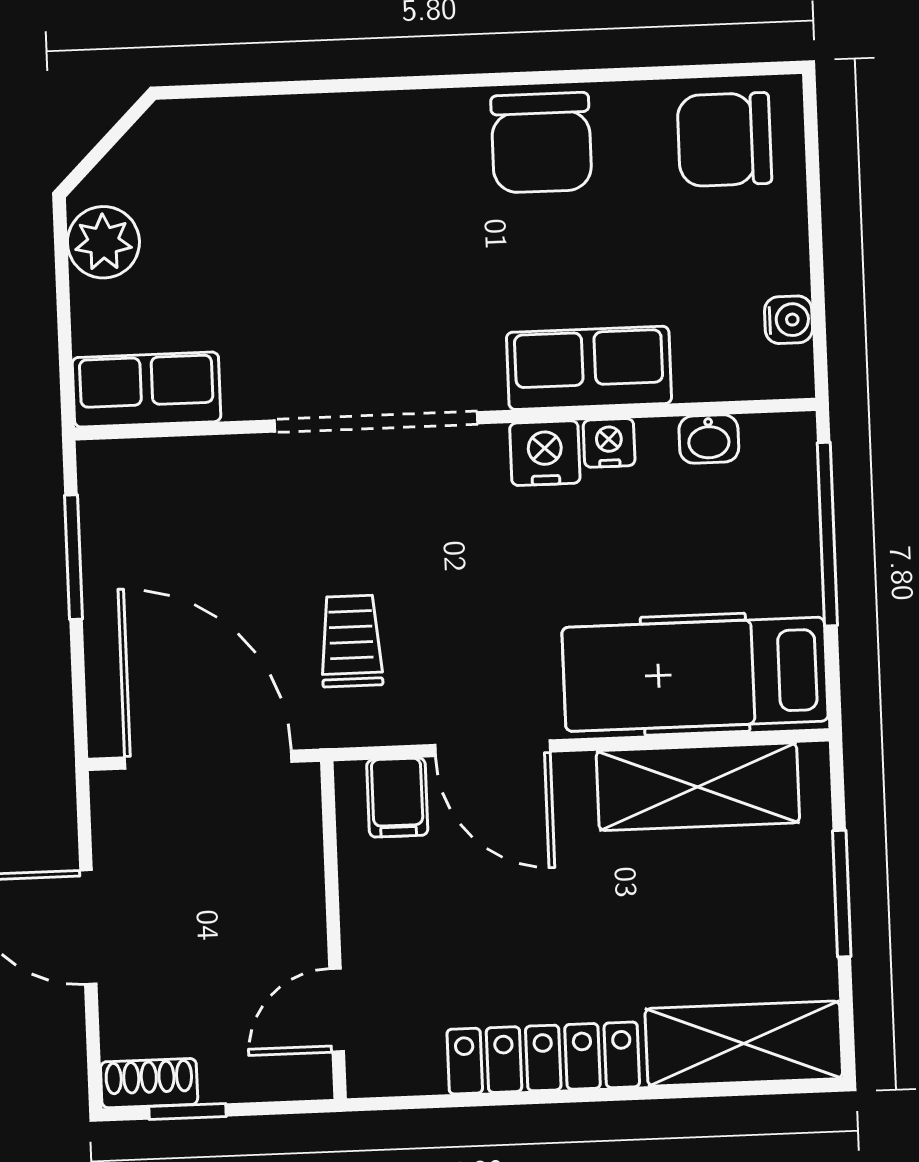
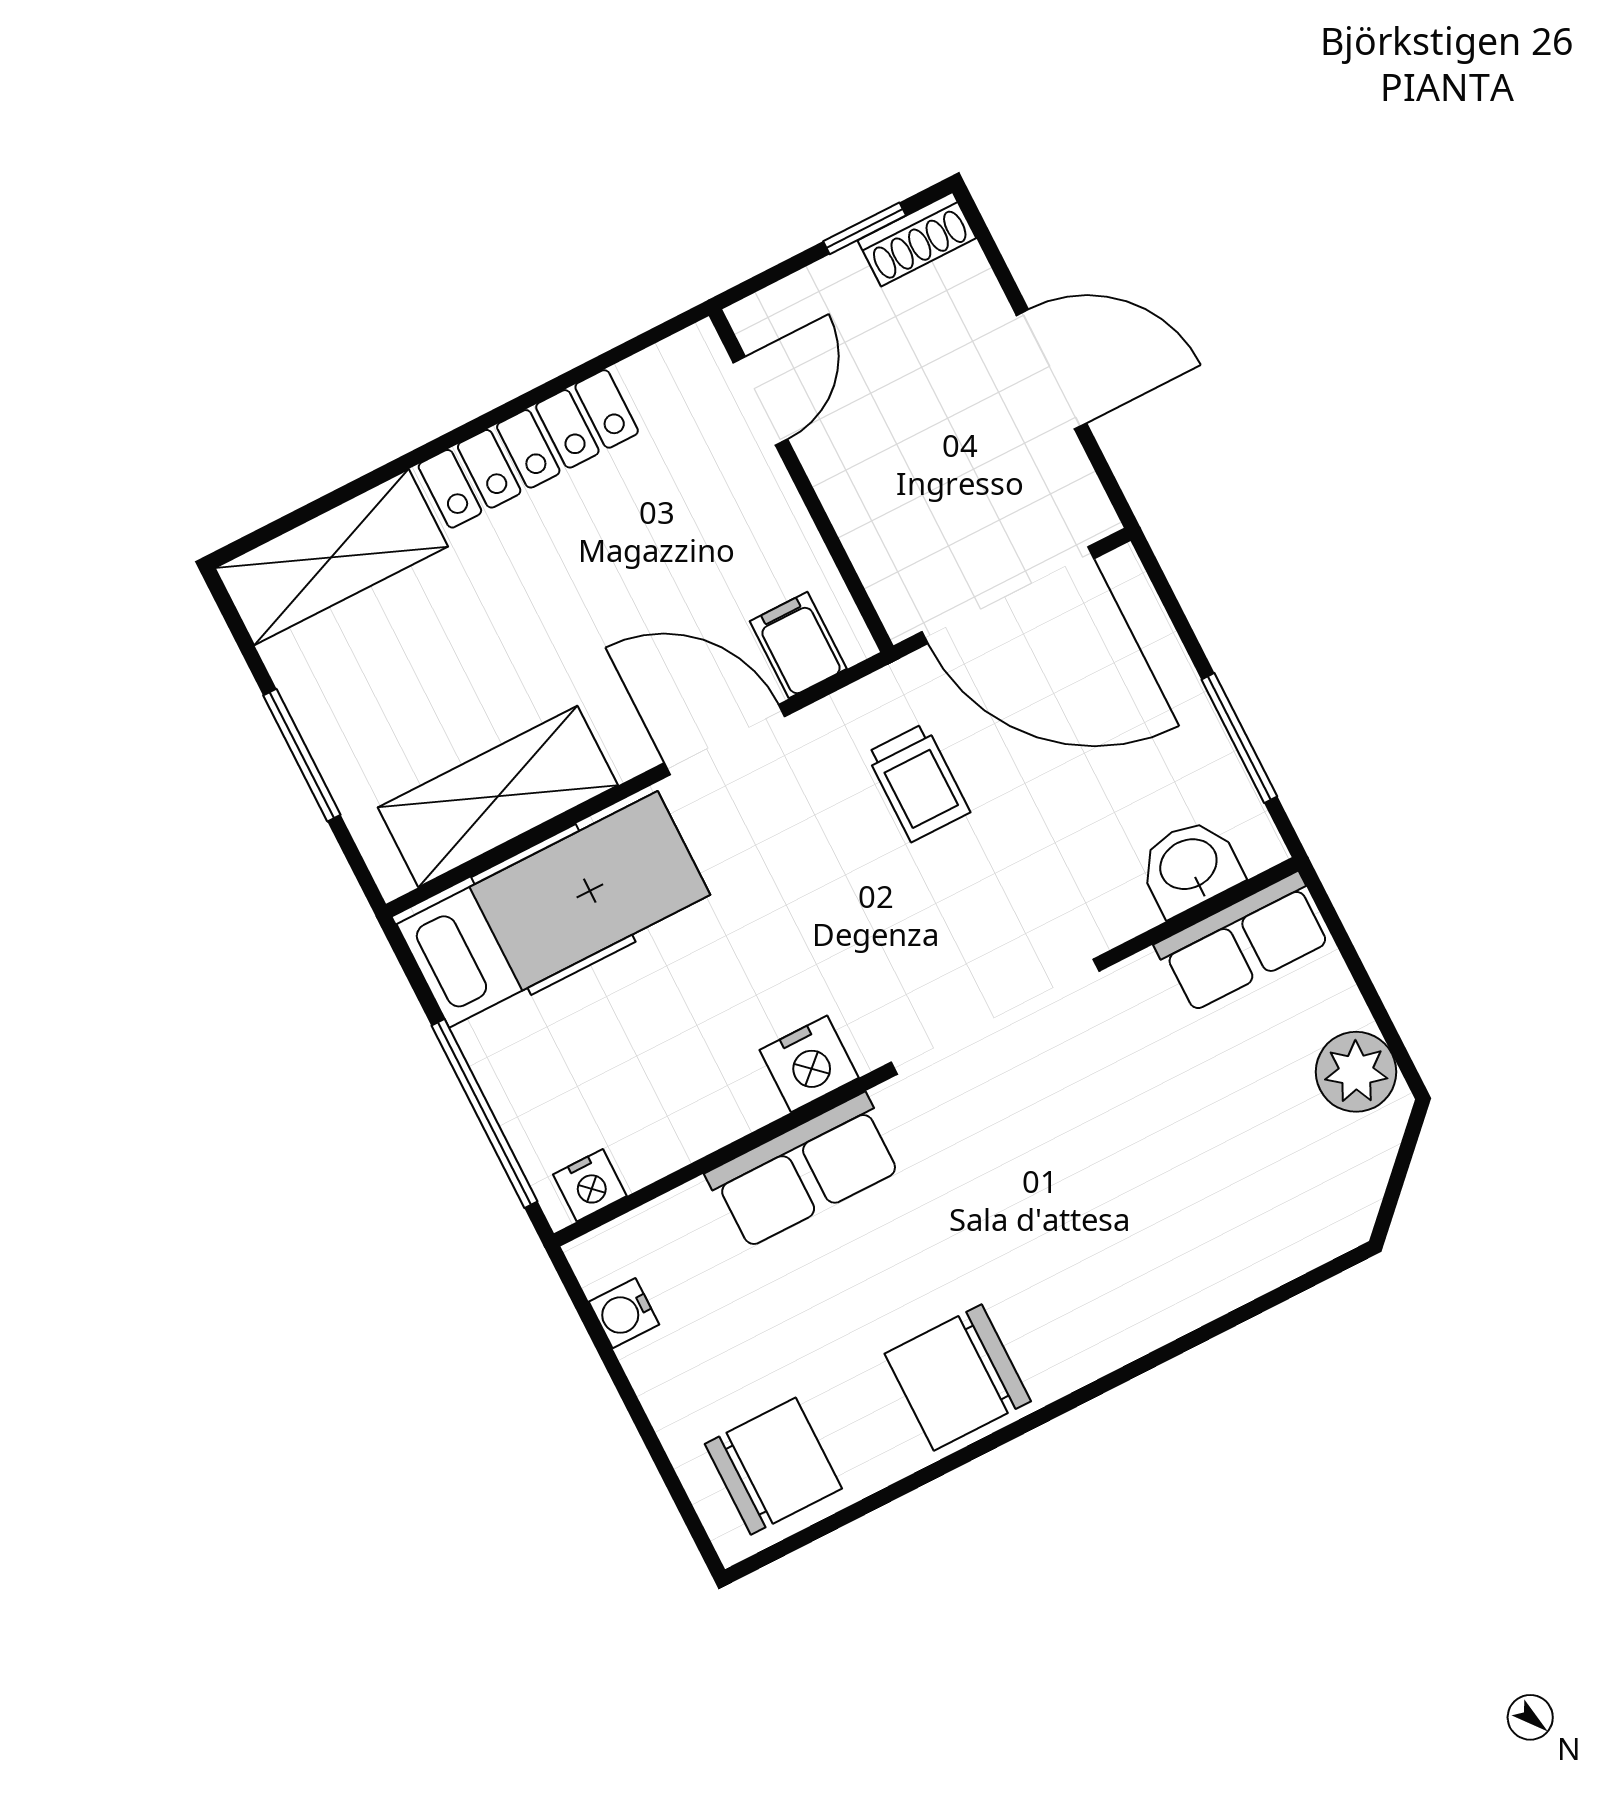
chair: (541, 143) -> (958, 1377), turned -90
washbasin: (709, 439) -> (1190, 866), moved, width x1.38, depth x1.45
nightstand: (609, 443) -> (590, 1185), moved

